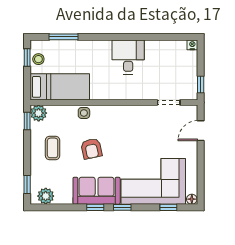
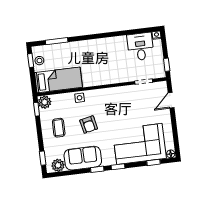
desk: (128, 57) -> (140, 47), moved
sofa: (97, 191) -> (83, 158), moved

